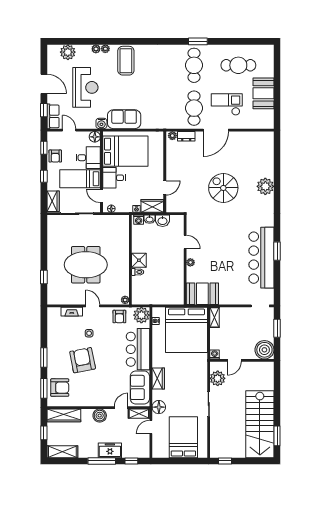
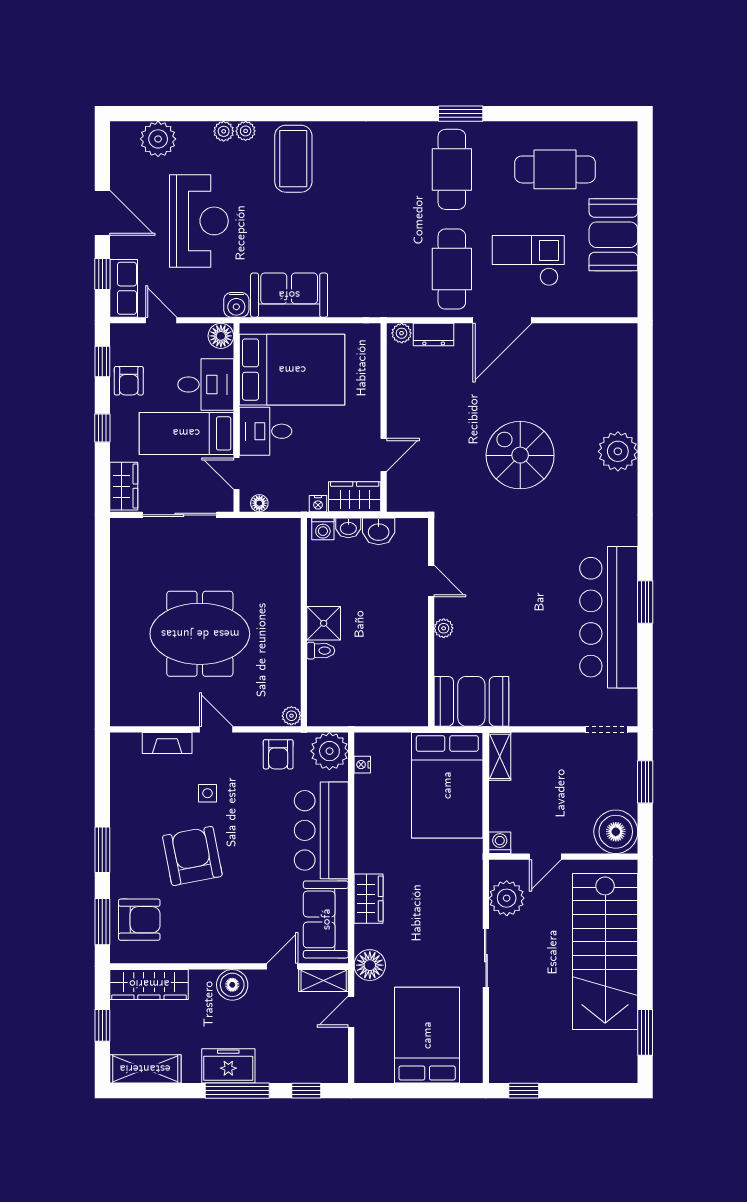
window: (44, 277) -> (102, 662), removed
bed: (186, 330) -> (447, 785), width x0.73
stairs: (260, 424) -> (605, 952), moved
freezer: (110, 450) -> (228, 1066), moved

